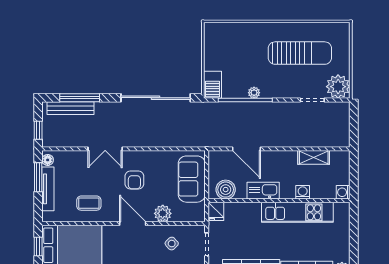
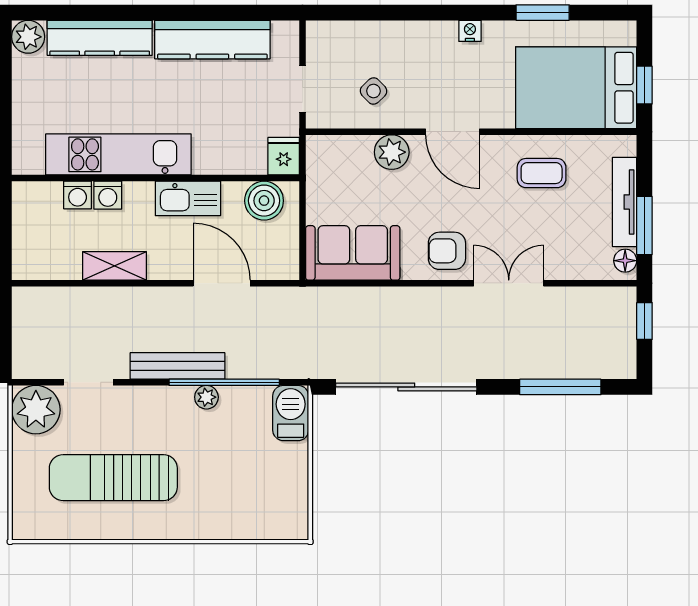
bench: (71, 108) -> (178, 366), moved
shelving: (314, 157) -> (115, 266), moved
sofa: (192, 179) -> (353, 253), moved, turned -90
armchair: (134, 180) -> (447, 251), moved, turned -90
washing machine: (343, 192) -> (78, 195), moved, turned 90

